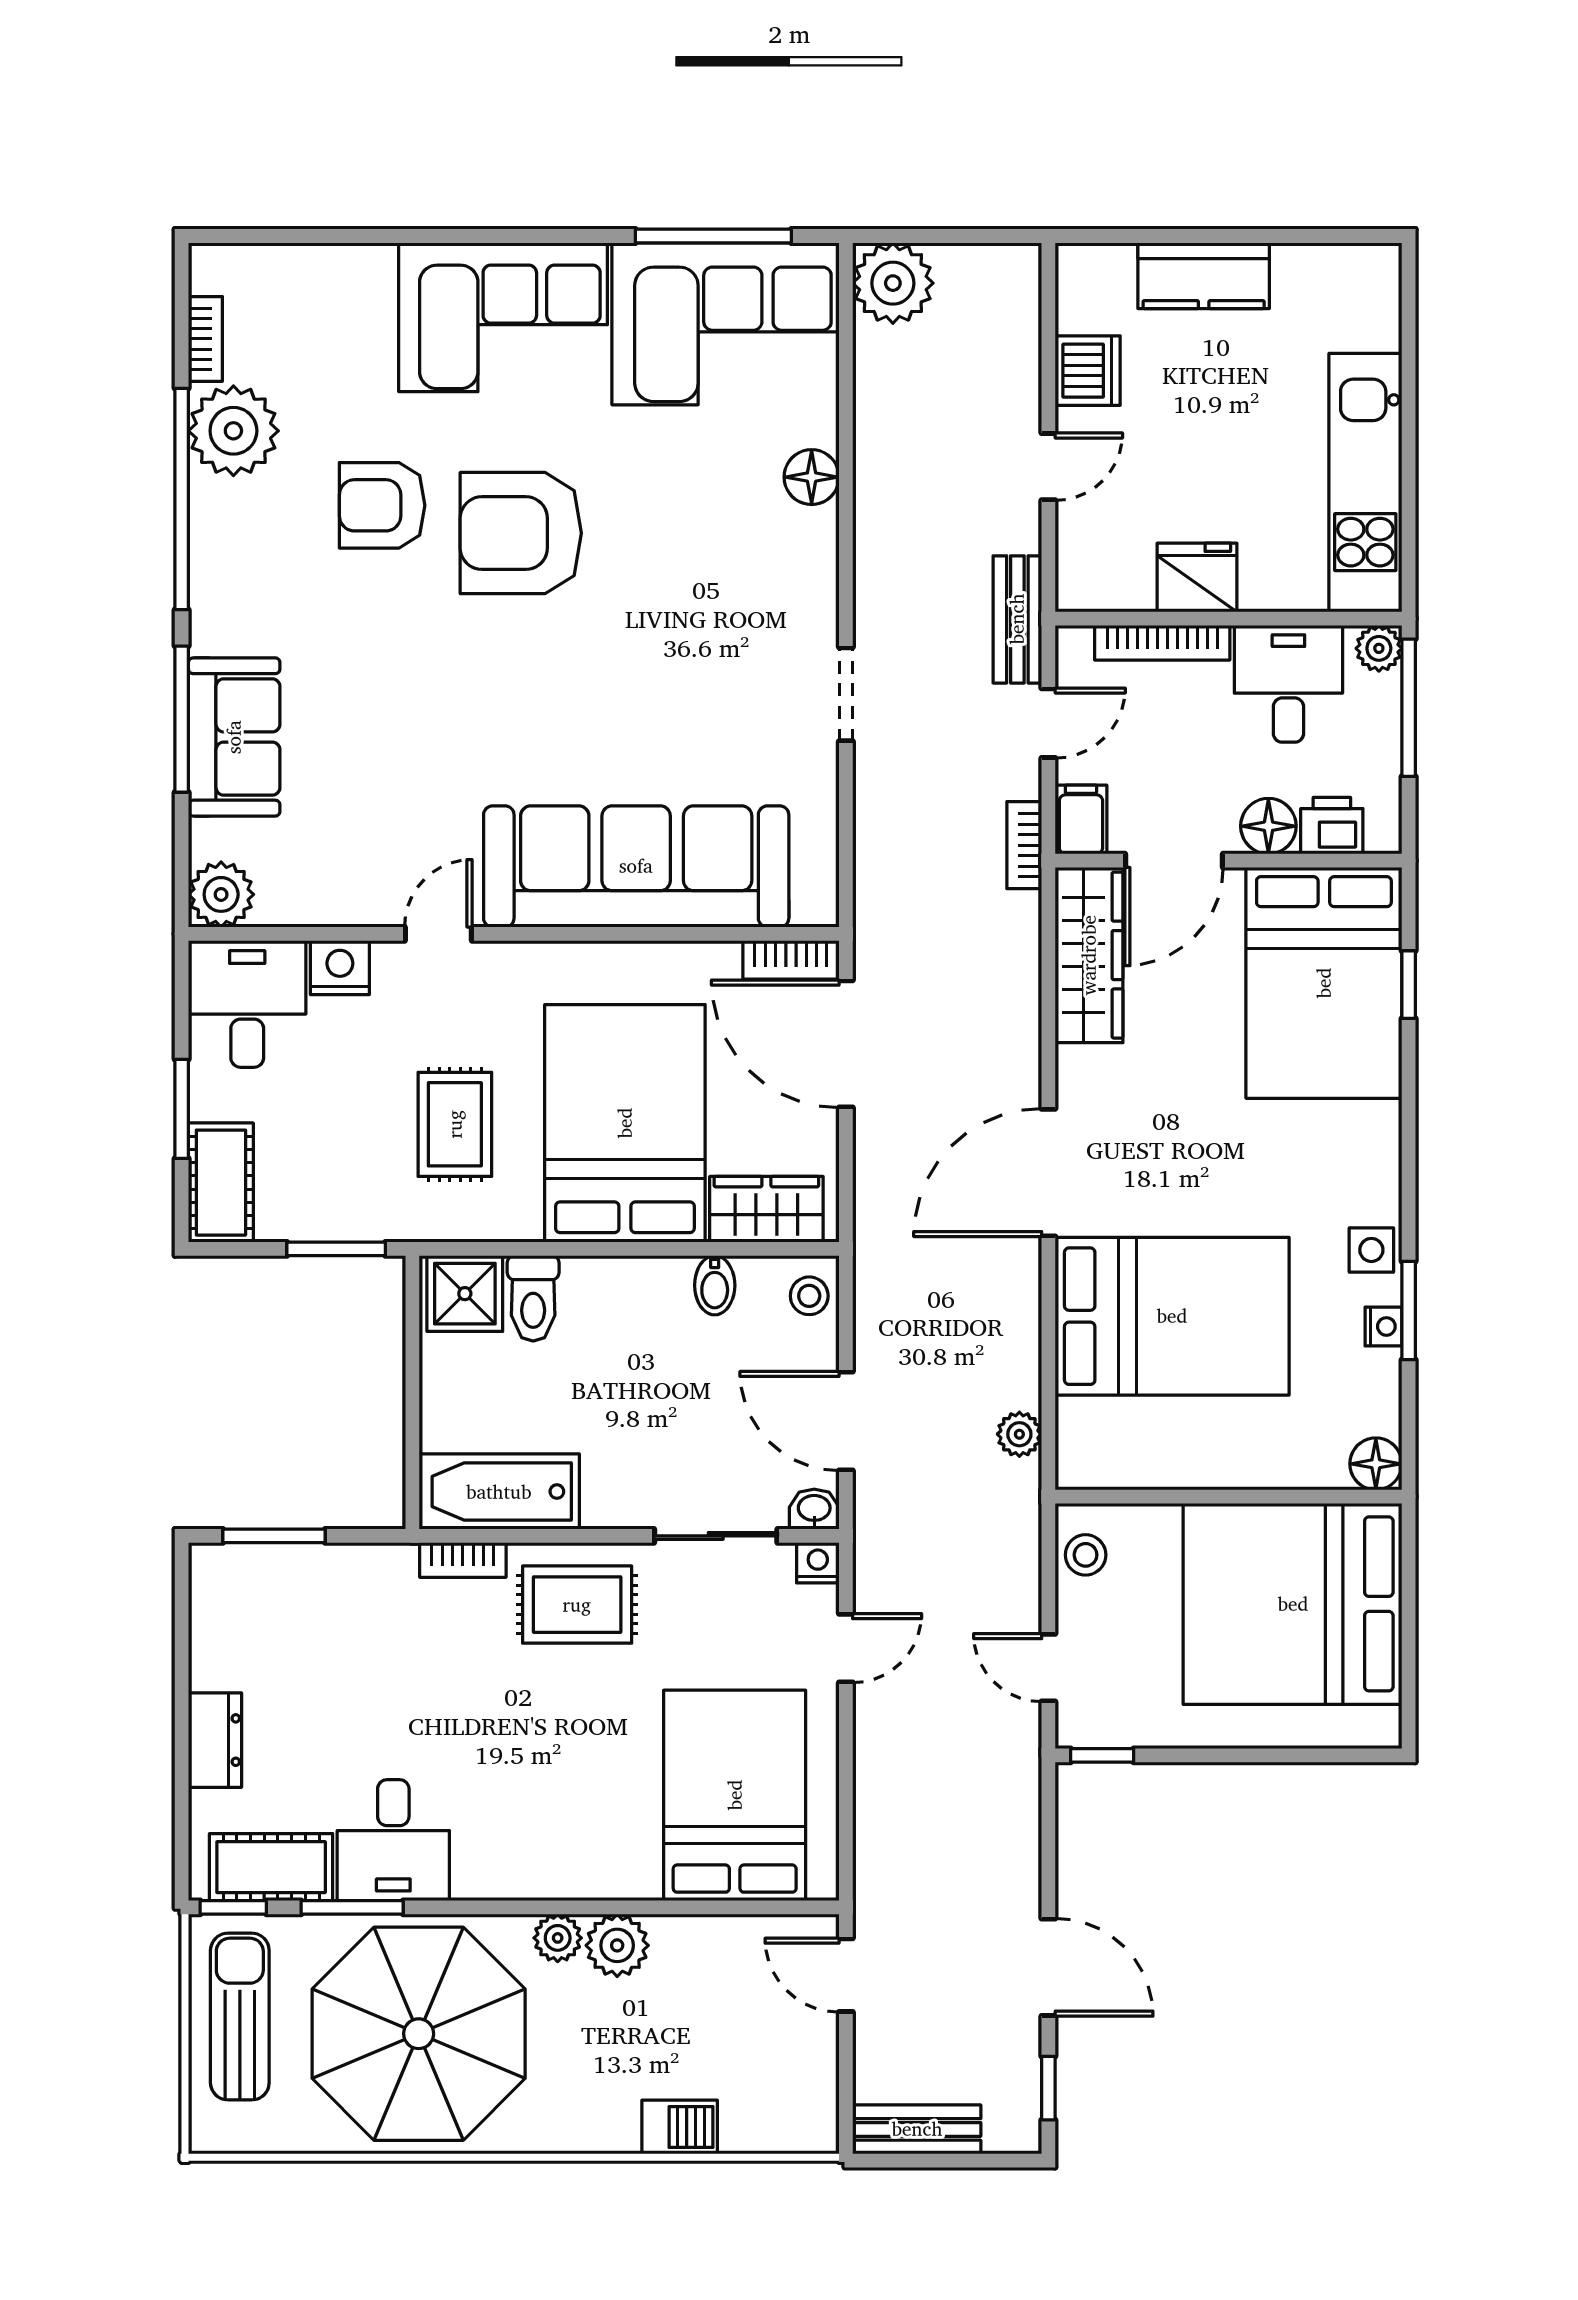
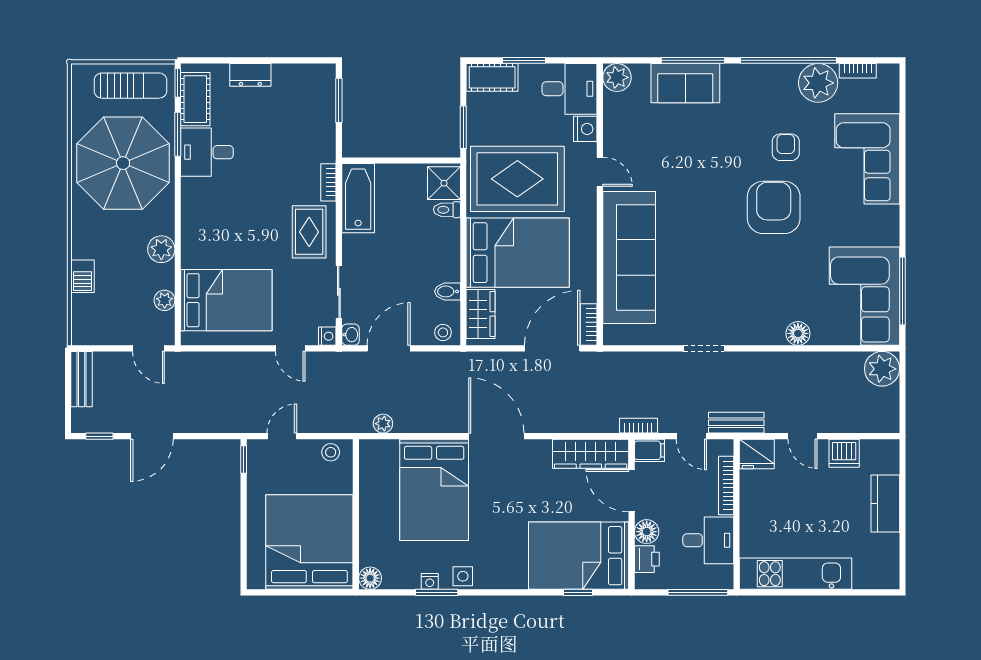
corner sofa: (503, 317) -> (867, 159), moved
armchair: (382, 505) -> (786, 147), width x0.72, depth x0.72
fridge: (1197, 578) -> (757, 454), moved, turned 90
plant: (1379, 648) -> (724, 579), removed
rug: (455, 1124) -> (517, 179), width x1.86, depth x2.06
toilet: (533, 1298) -> (447, 210), width x0.73, depth x0.72
plant: (558, 1938) -> (165, 300), moved
door: (846, 1975) -> (148, 348), swing flipped

